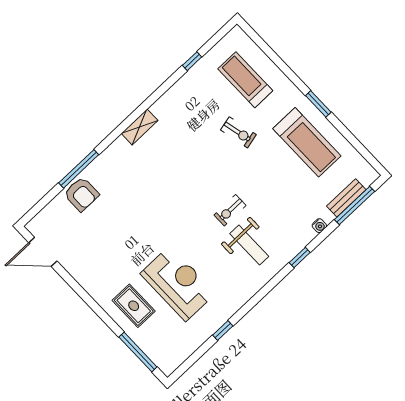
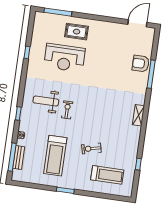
treadmill: (307, 142) -> (55, 156), moved, turned -90

